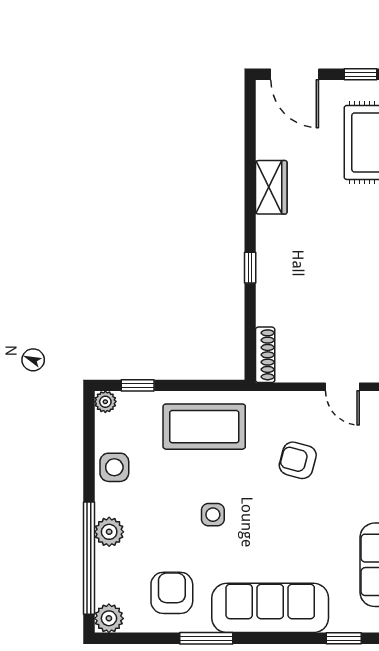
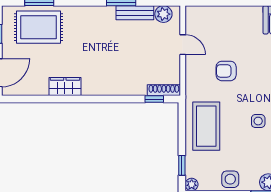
window: (250, 268) -> (154, 99), moved
door: (342, 387) -> (183, 45), hinge flipped
armchair: (298, 460) -> (226, 71), turned 75

